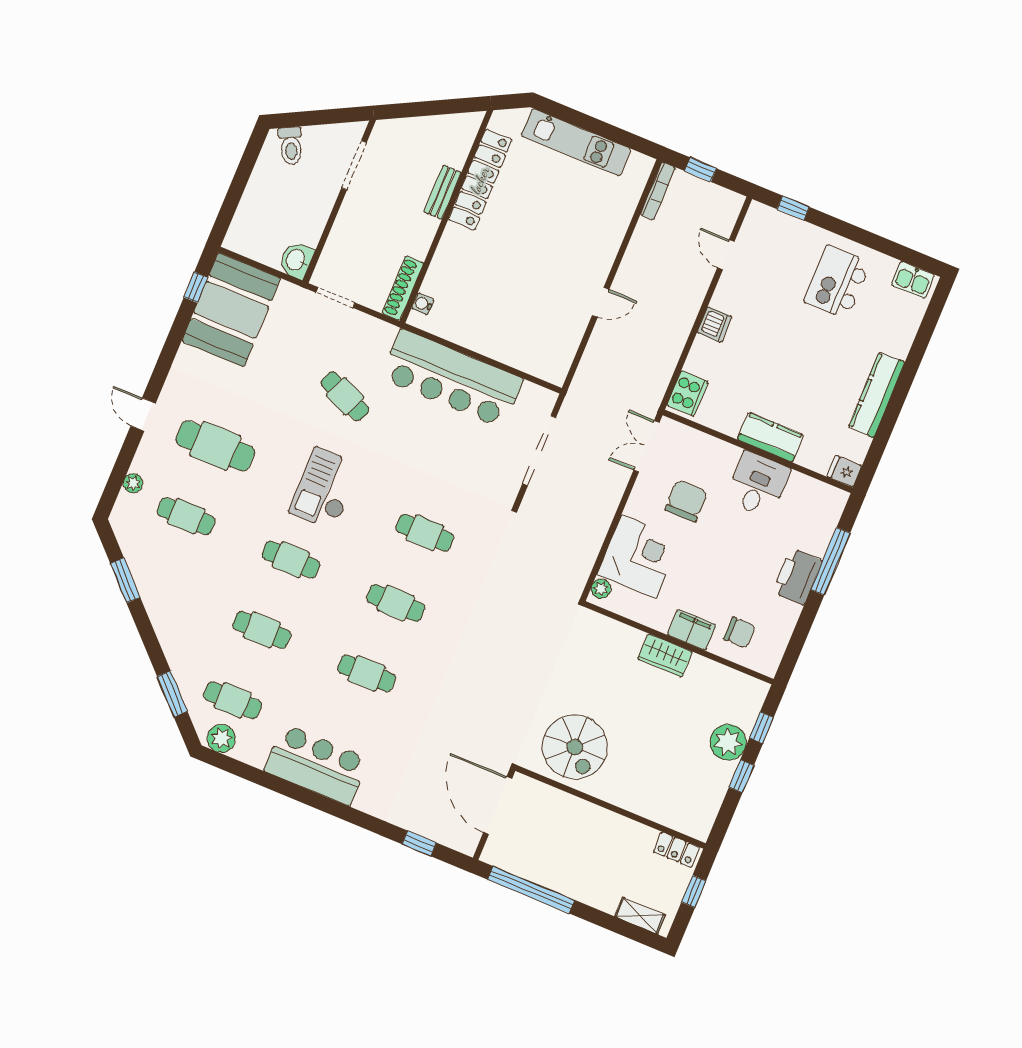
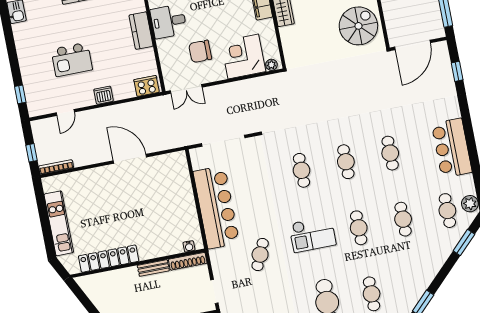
bench: (443, 192) -> (153, 268), moved
kitchen island: (837, 282) -> (72, 60), moved
door: (601, 302) -> (130, 159), width x1.88

